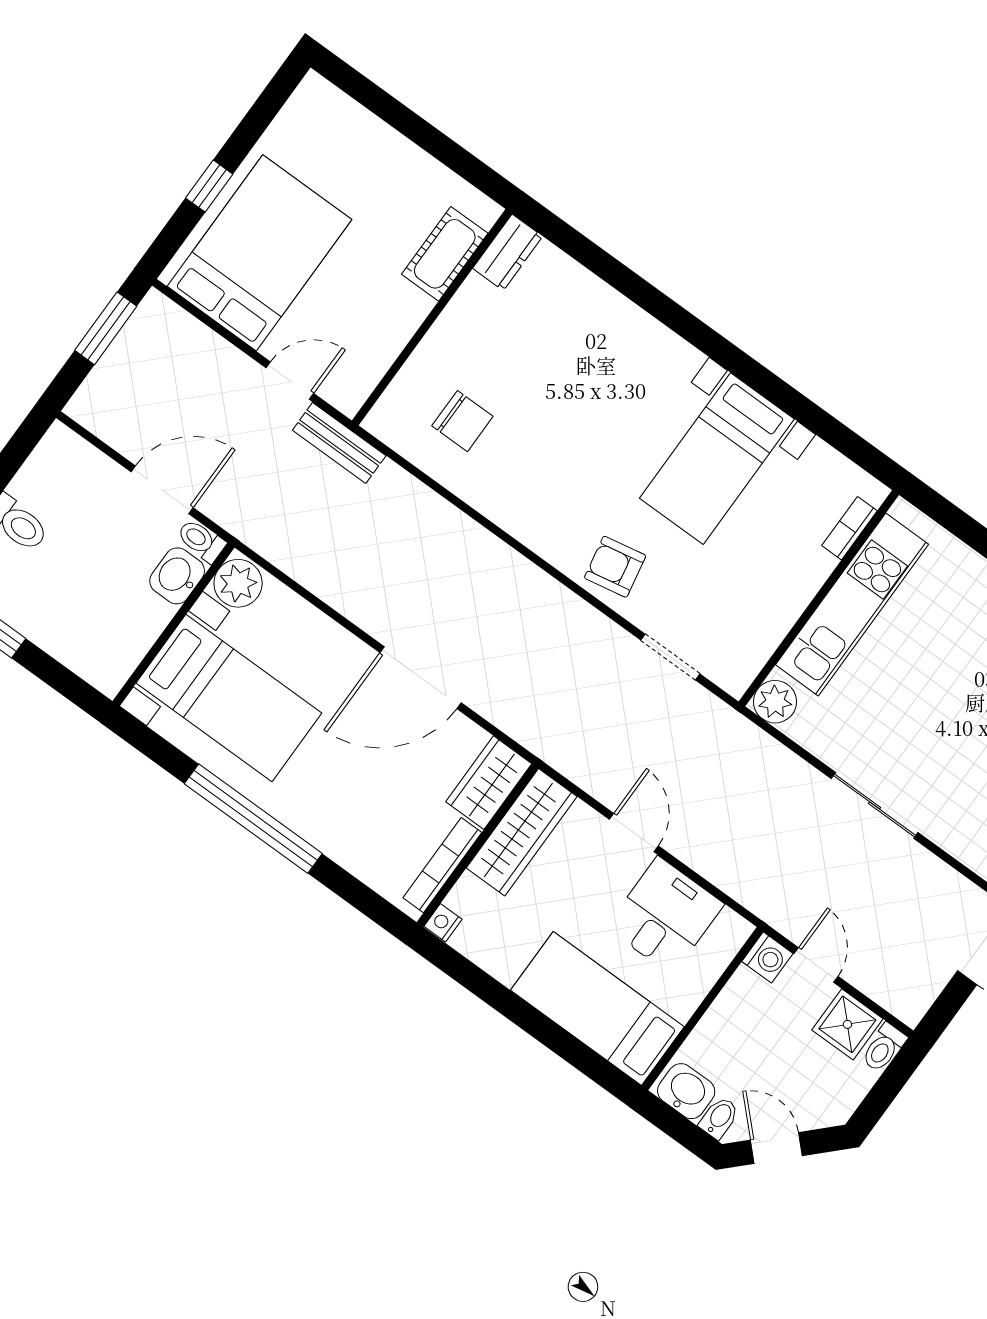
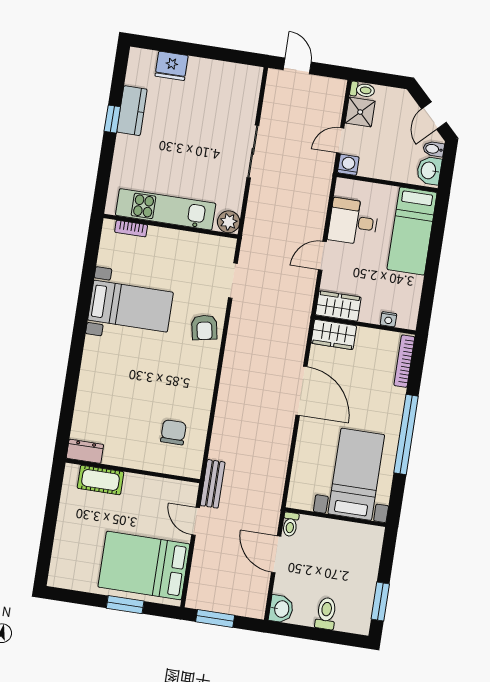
window: (209, 186) -> (125, 605), width x1.50
washbasin: (177, 576) -> (281, 609), moved, turned -90
plant: (238, 583) -> (301, 497), removed
wardrobe: (522, 832) -> (338, 306), width x0.67
bookcase: (442, 865) -> (404, 361), moved, turned 90
nightstand: (443, 923) -> (388, 319), moved

